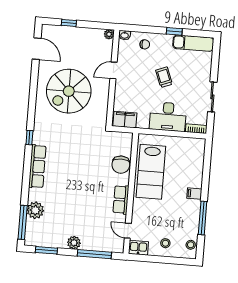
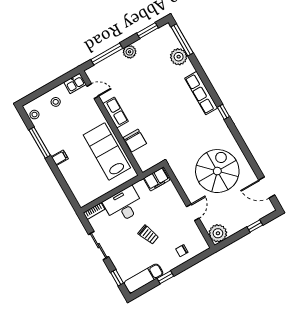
plant: (109, 34) -> (218, 233), width x1.88, depth x1.88
washbasin: (125, 35) -> (203, 247), removed
window: (215, 59) -> (117, 278), added
chair: (121, 165) -> (135, 141), turned 180

